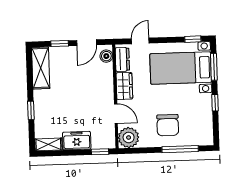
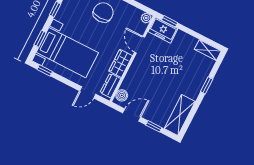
window: (214, 67) -> (40, 39), width x0.67
plant: (129, 138) -> (146, 18), width x0.53, depth x0.53
freezer: (77, 141) -> (163, 30), moved

